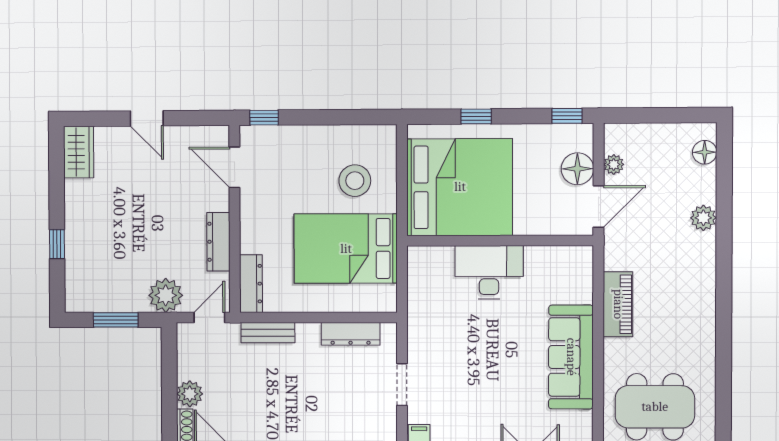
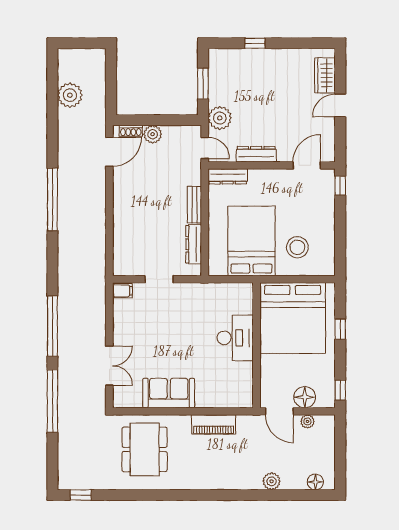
wardrobe: (79, 152) -> (325, 75), moved, turned 90
bench: (268, 333) -> (194, 205), moved
sofa: (571, 357) -> (169, 393), width x0.73

